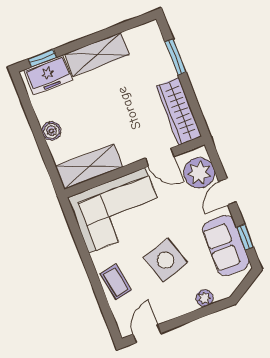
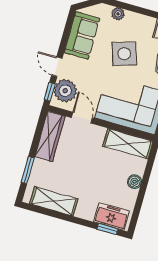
shelving: (97, 54) -> (54, 201), moved
door: (228, 192) -> (57, 67), swing flipped
window: (245, 237) -> (50, 92), moved

